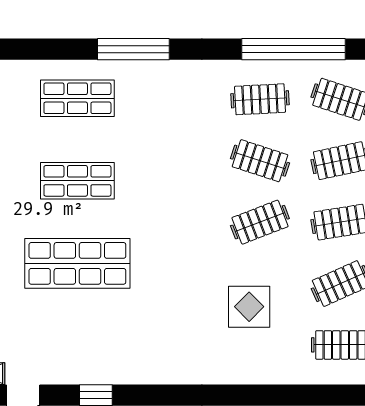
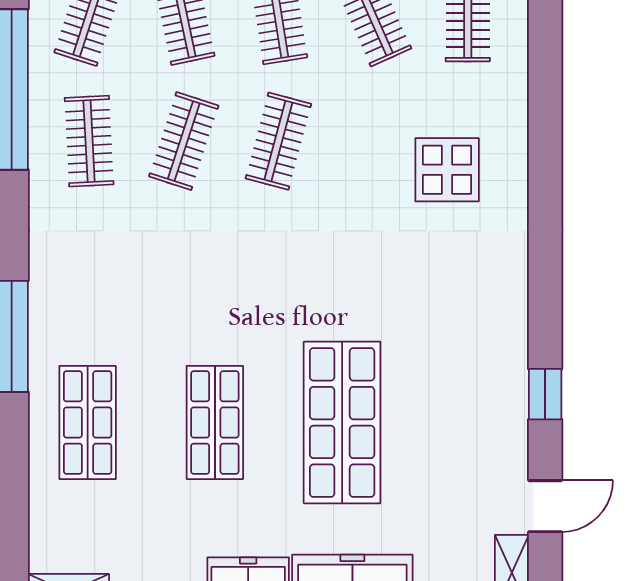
clothes rail: (260, 222) -> (278, 141), turned 36
display table: (249, 307) -> (447, 170), moved

